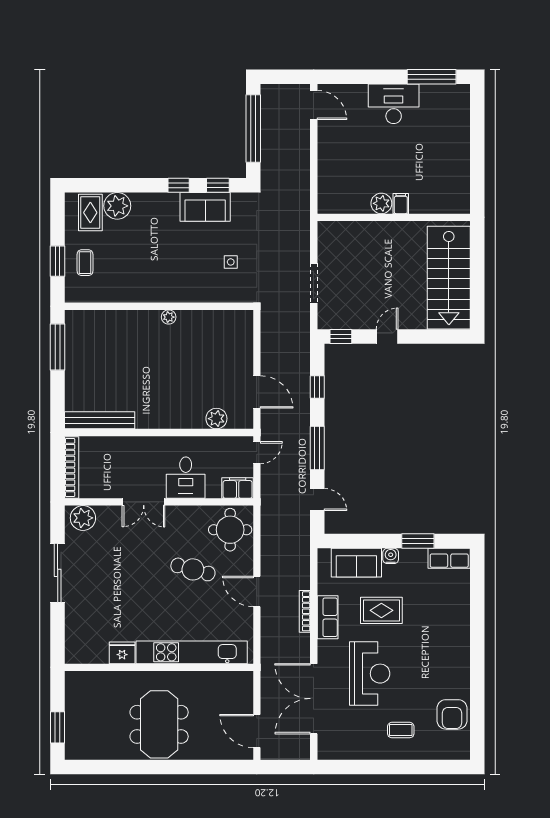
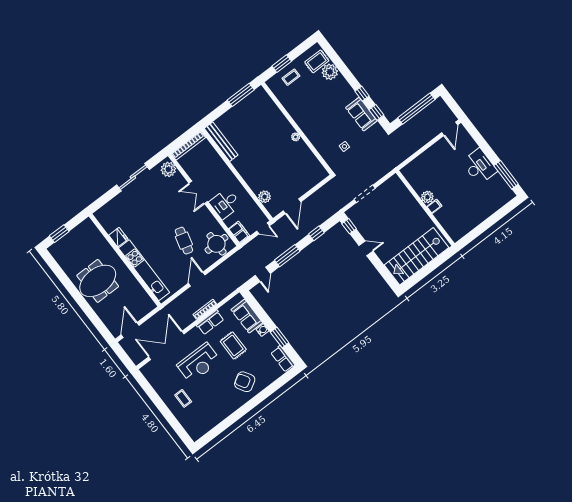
armchair: (452, 714) -> (245, 382), moved, turned 59

